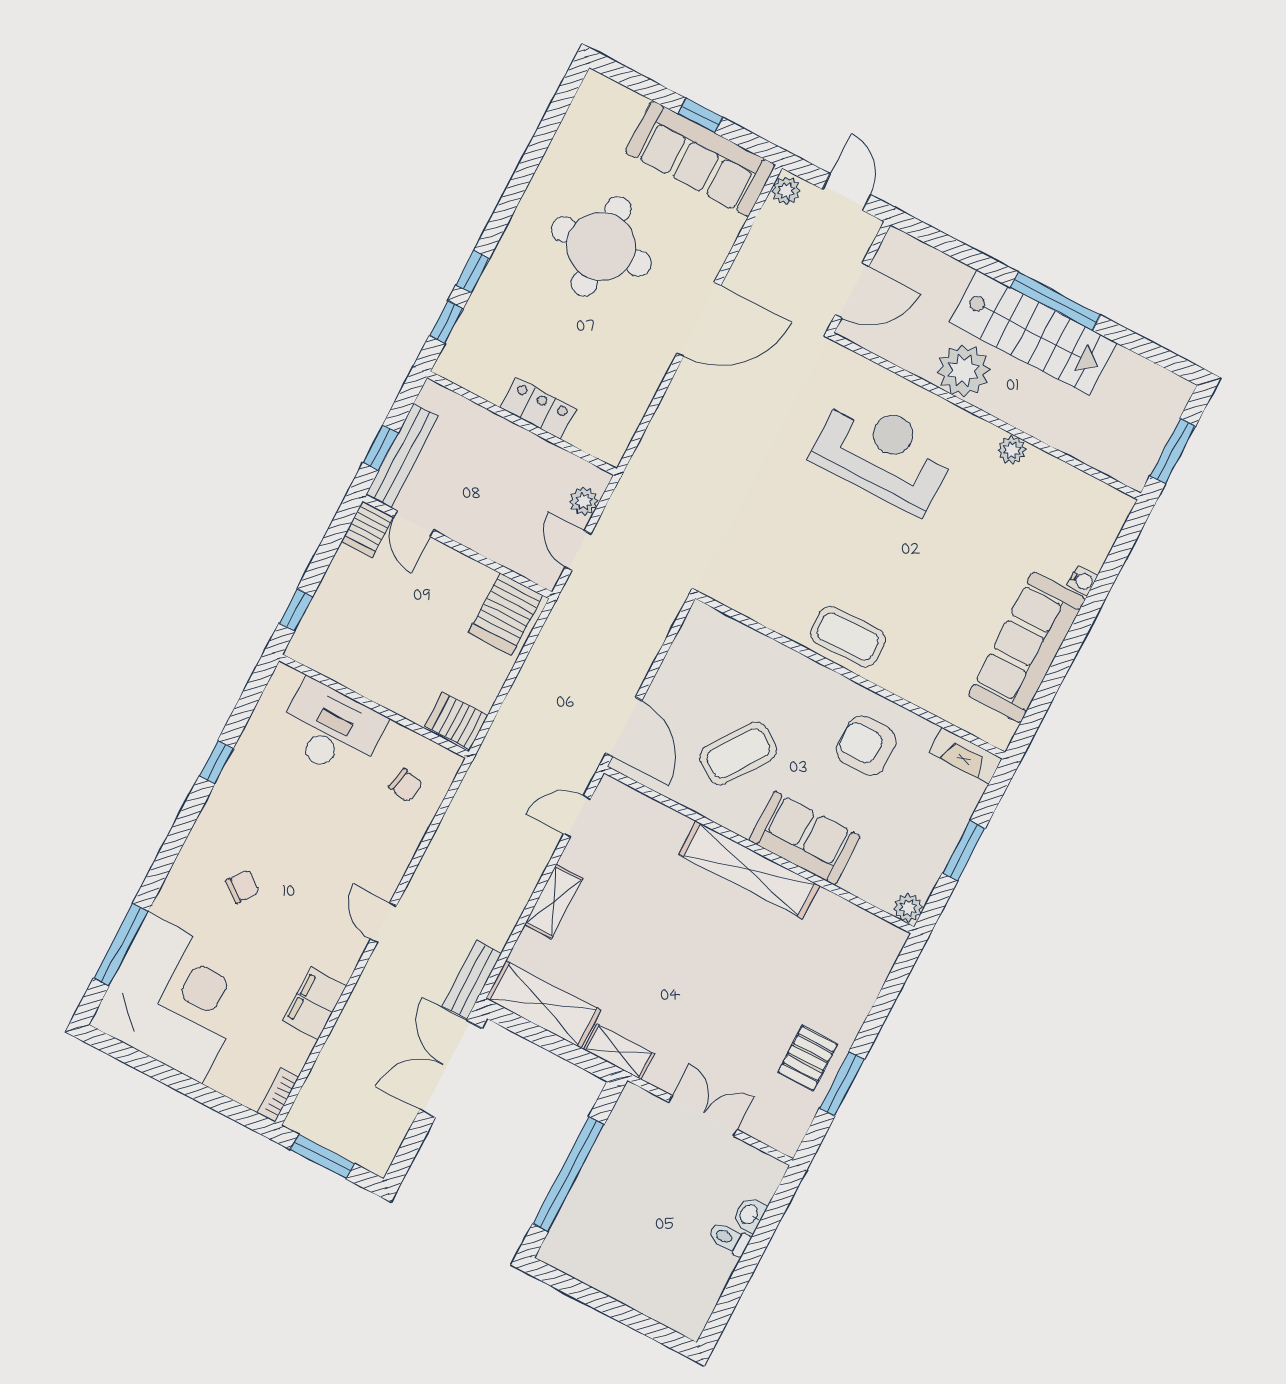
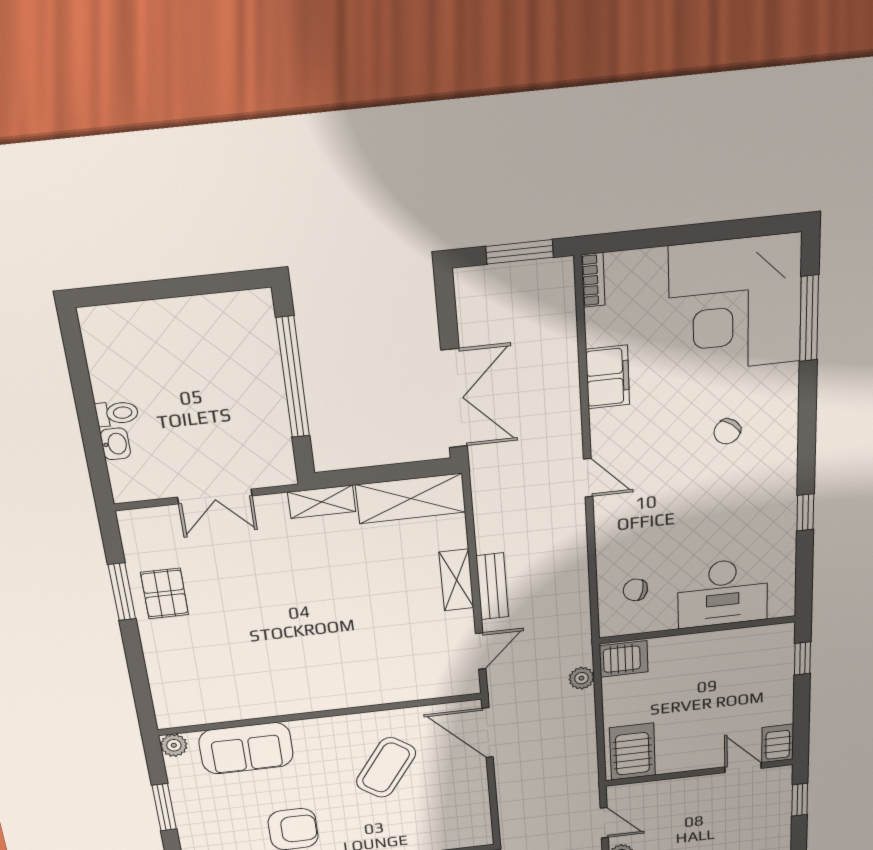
bench: (402, 455) -> (780, 805), removed
plant: (505, 727) -> (581, 678), added
sofa: (804, 838) -> (246, 748), moved
shelving: (749, 870) -> (317, 696), removed
bench: (472, 980) -> (492, 586), moved

